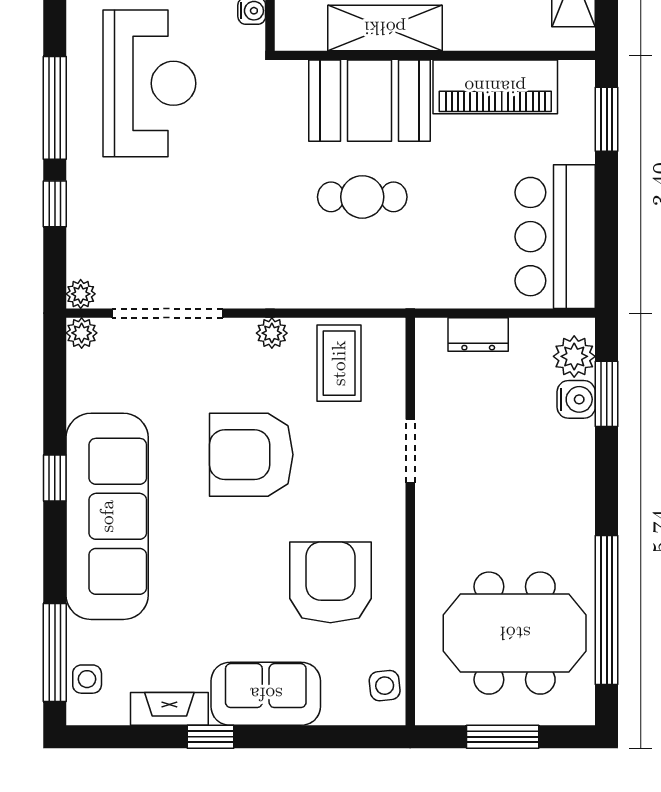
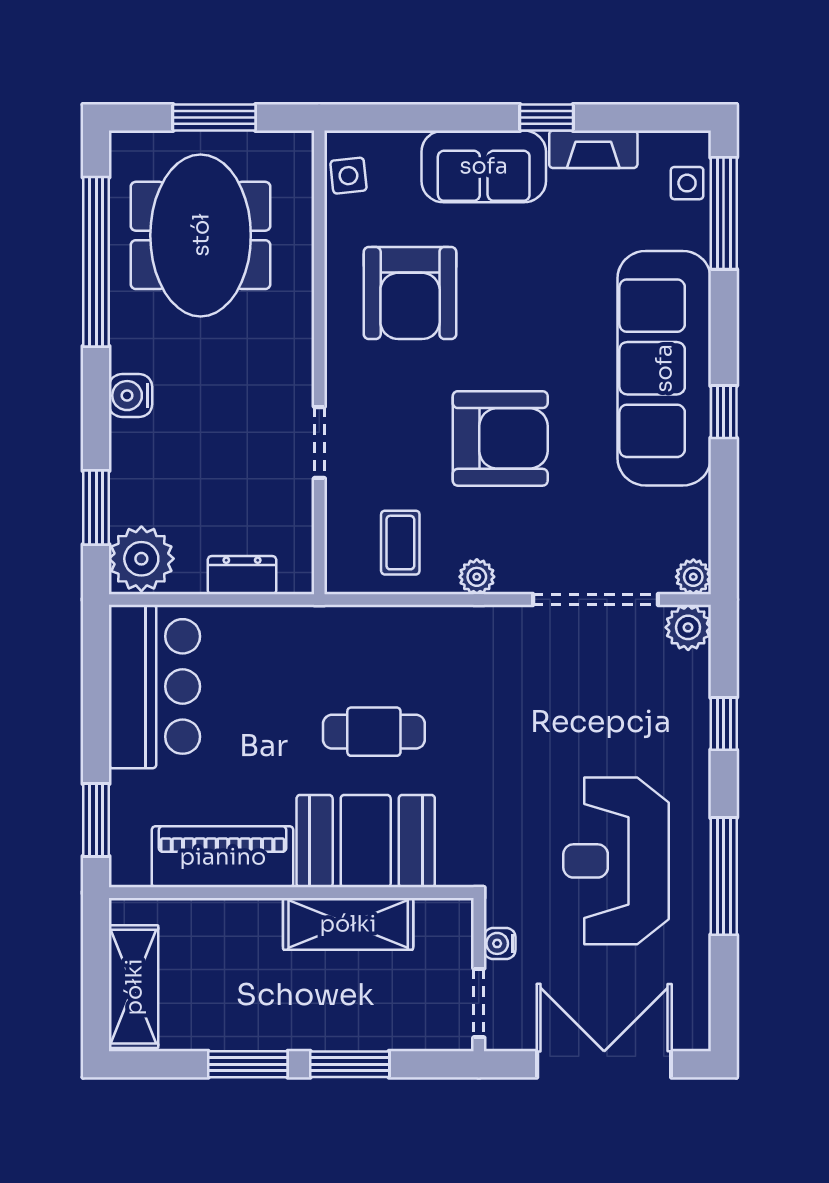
window: (55, 108) -> (724, 876), moved
plant: (81, 294) -> (688, 627), width x1.38, depth x1.38
plant: (574, 356) -> (141, 559), width x1.36, depth x1.36
coffee table: (339, 363) -> (400, 543), width x0.73, depth x0.77
water cooler: (576, 399) -> (131, 396), moved
meeting table: (515, 633) -> (201, 235), turned 90

